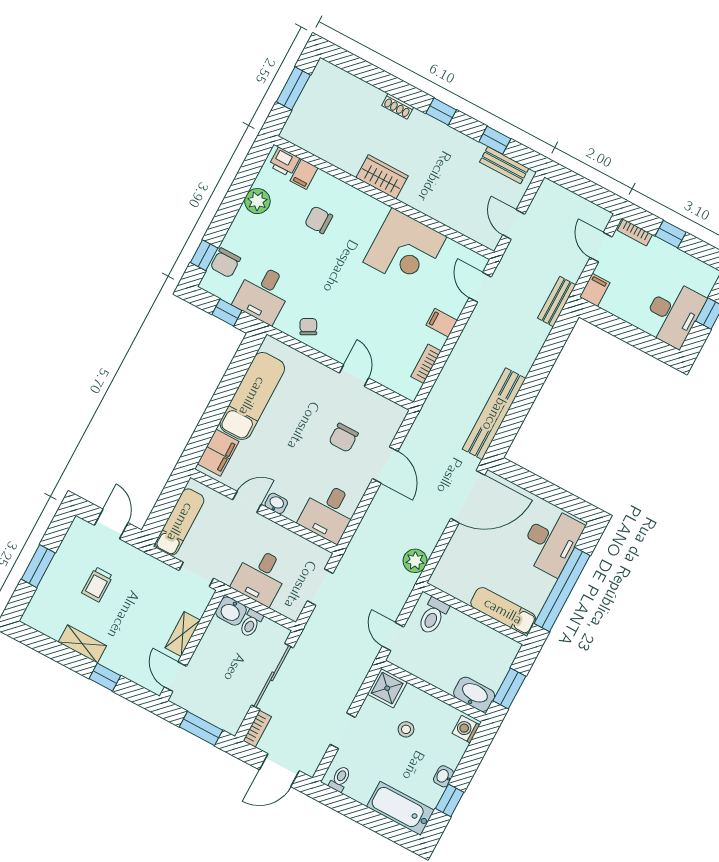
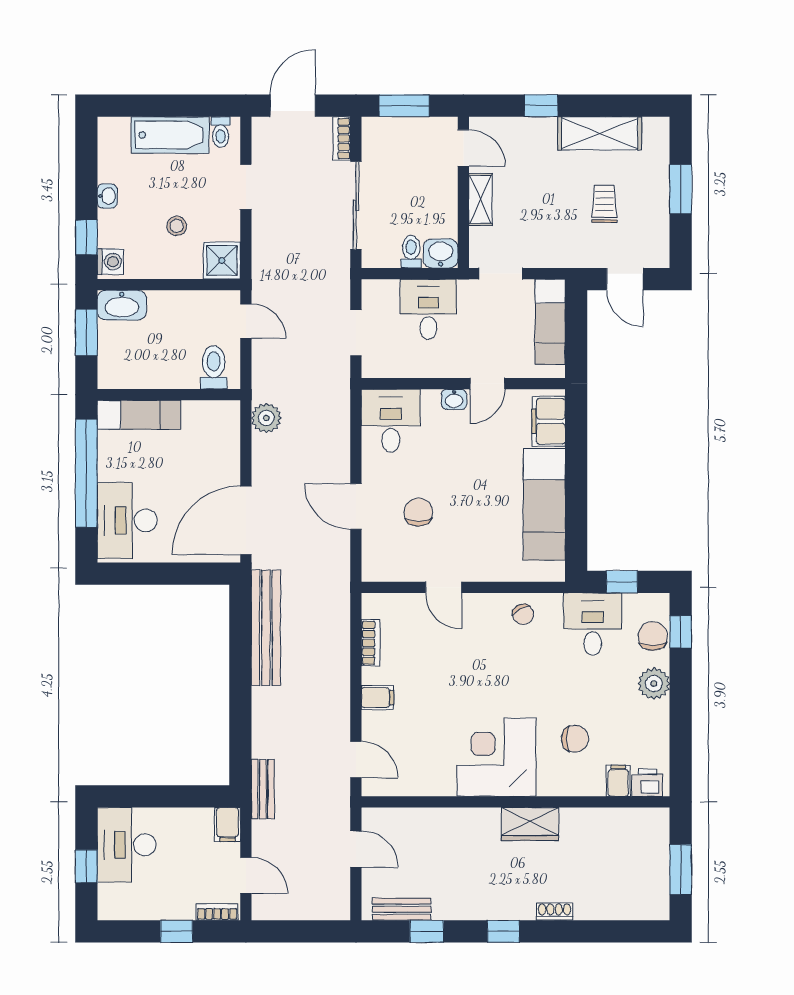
plant: (257, 201) -> (654, 684), moved
corner desk: (405, 249) -> (496, 757), moved
shelving: (82, 644) -> (600, 133), width x1.50, depth x1.33
window: (450, 800) -> (86, 237), moved
bathtub: (400, 808) -> (170, 135), moved

